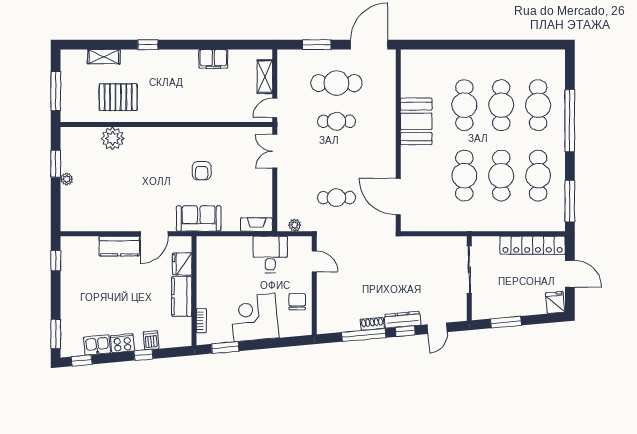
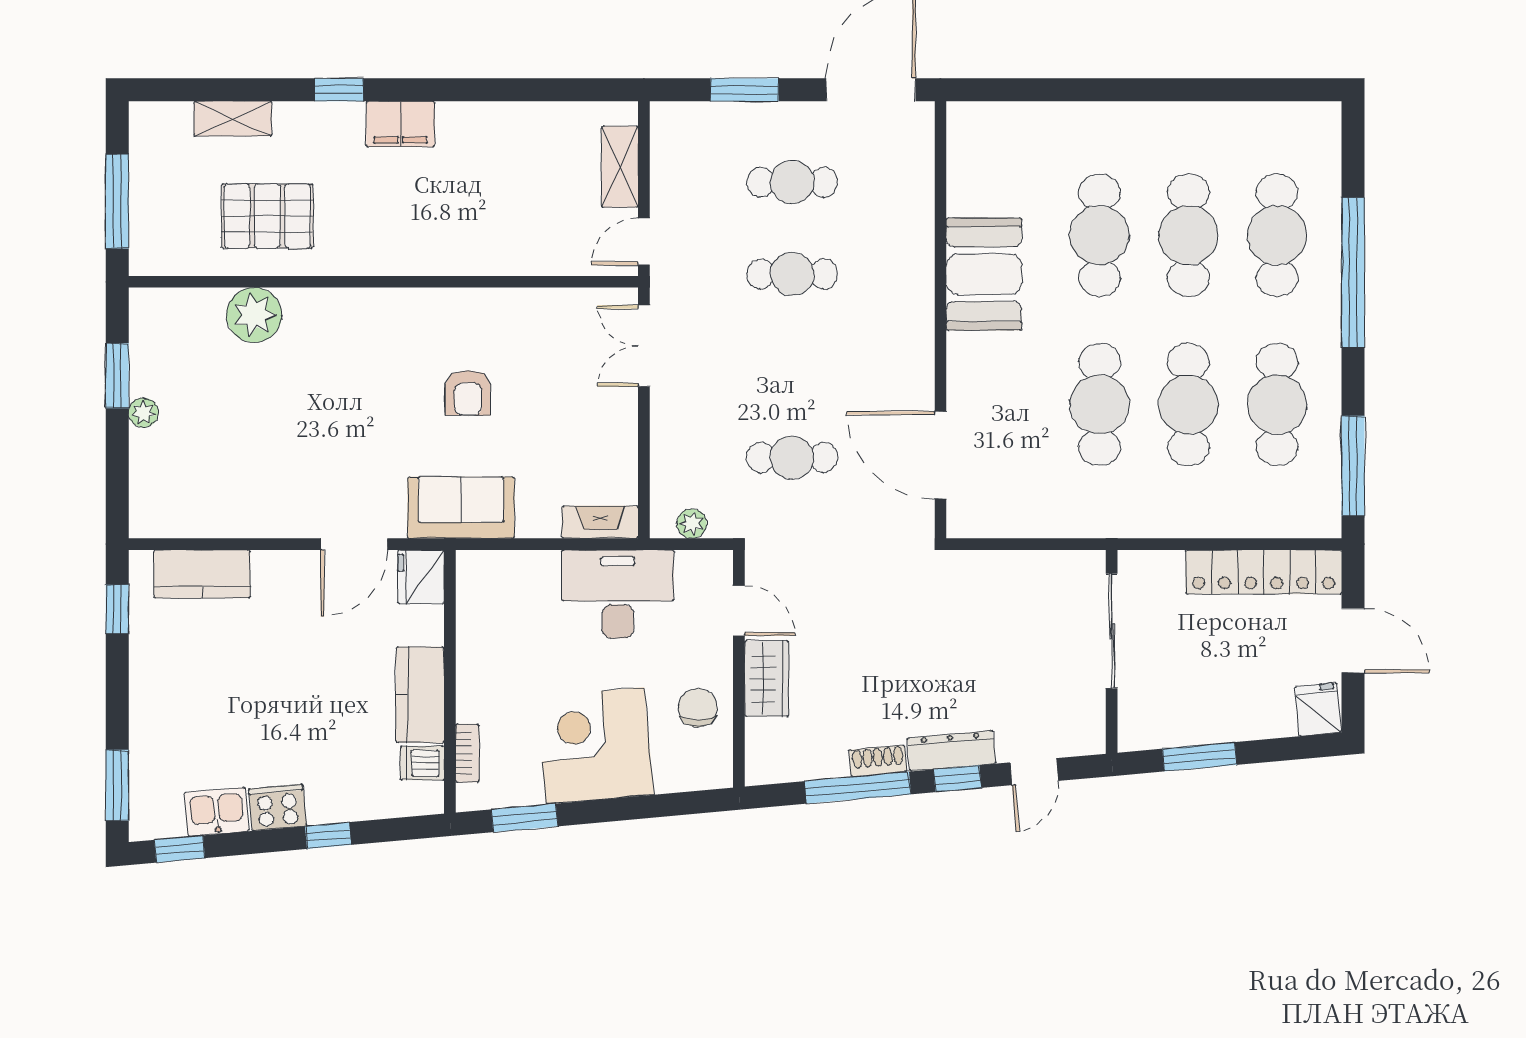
filing cabinet: (213, 59) -> (400, 124), moved
cafe table: (336, 83) -> (792, 182), width x0.73, depth x0.74
kitchen counter: (119, 246) -> (202, 574), moved
desk: (270, 254) -> (618, 594), width x1.37
fridge: (182, 264) -> (421, 577), moved
wardrobe: (326, 290) -> (767, 679), added
dishwasher: (151, 340) -> (422, 763), moved, turned -85

